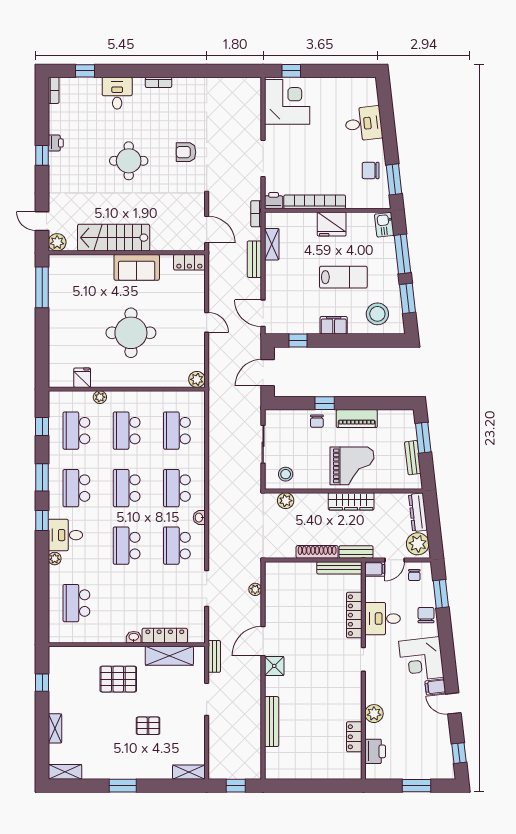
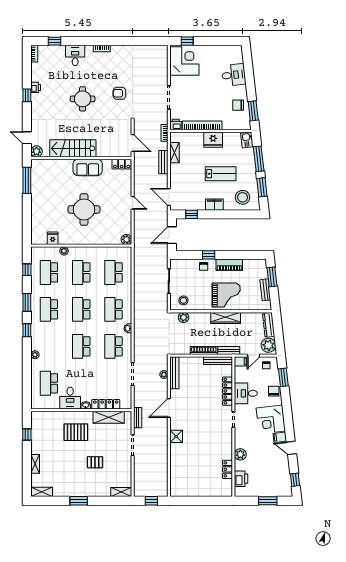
desk: (65, 535) -> (70, 398), moved, turned -90
shower: (274, 666) -> (176, 436), moved
bench: (272, 722) -> (174, 373), moved

